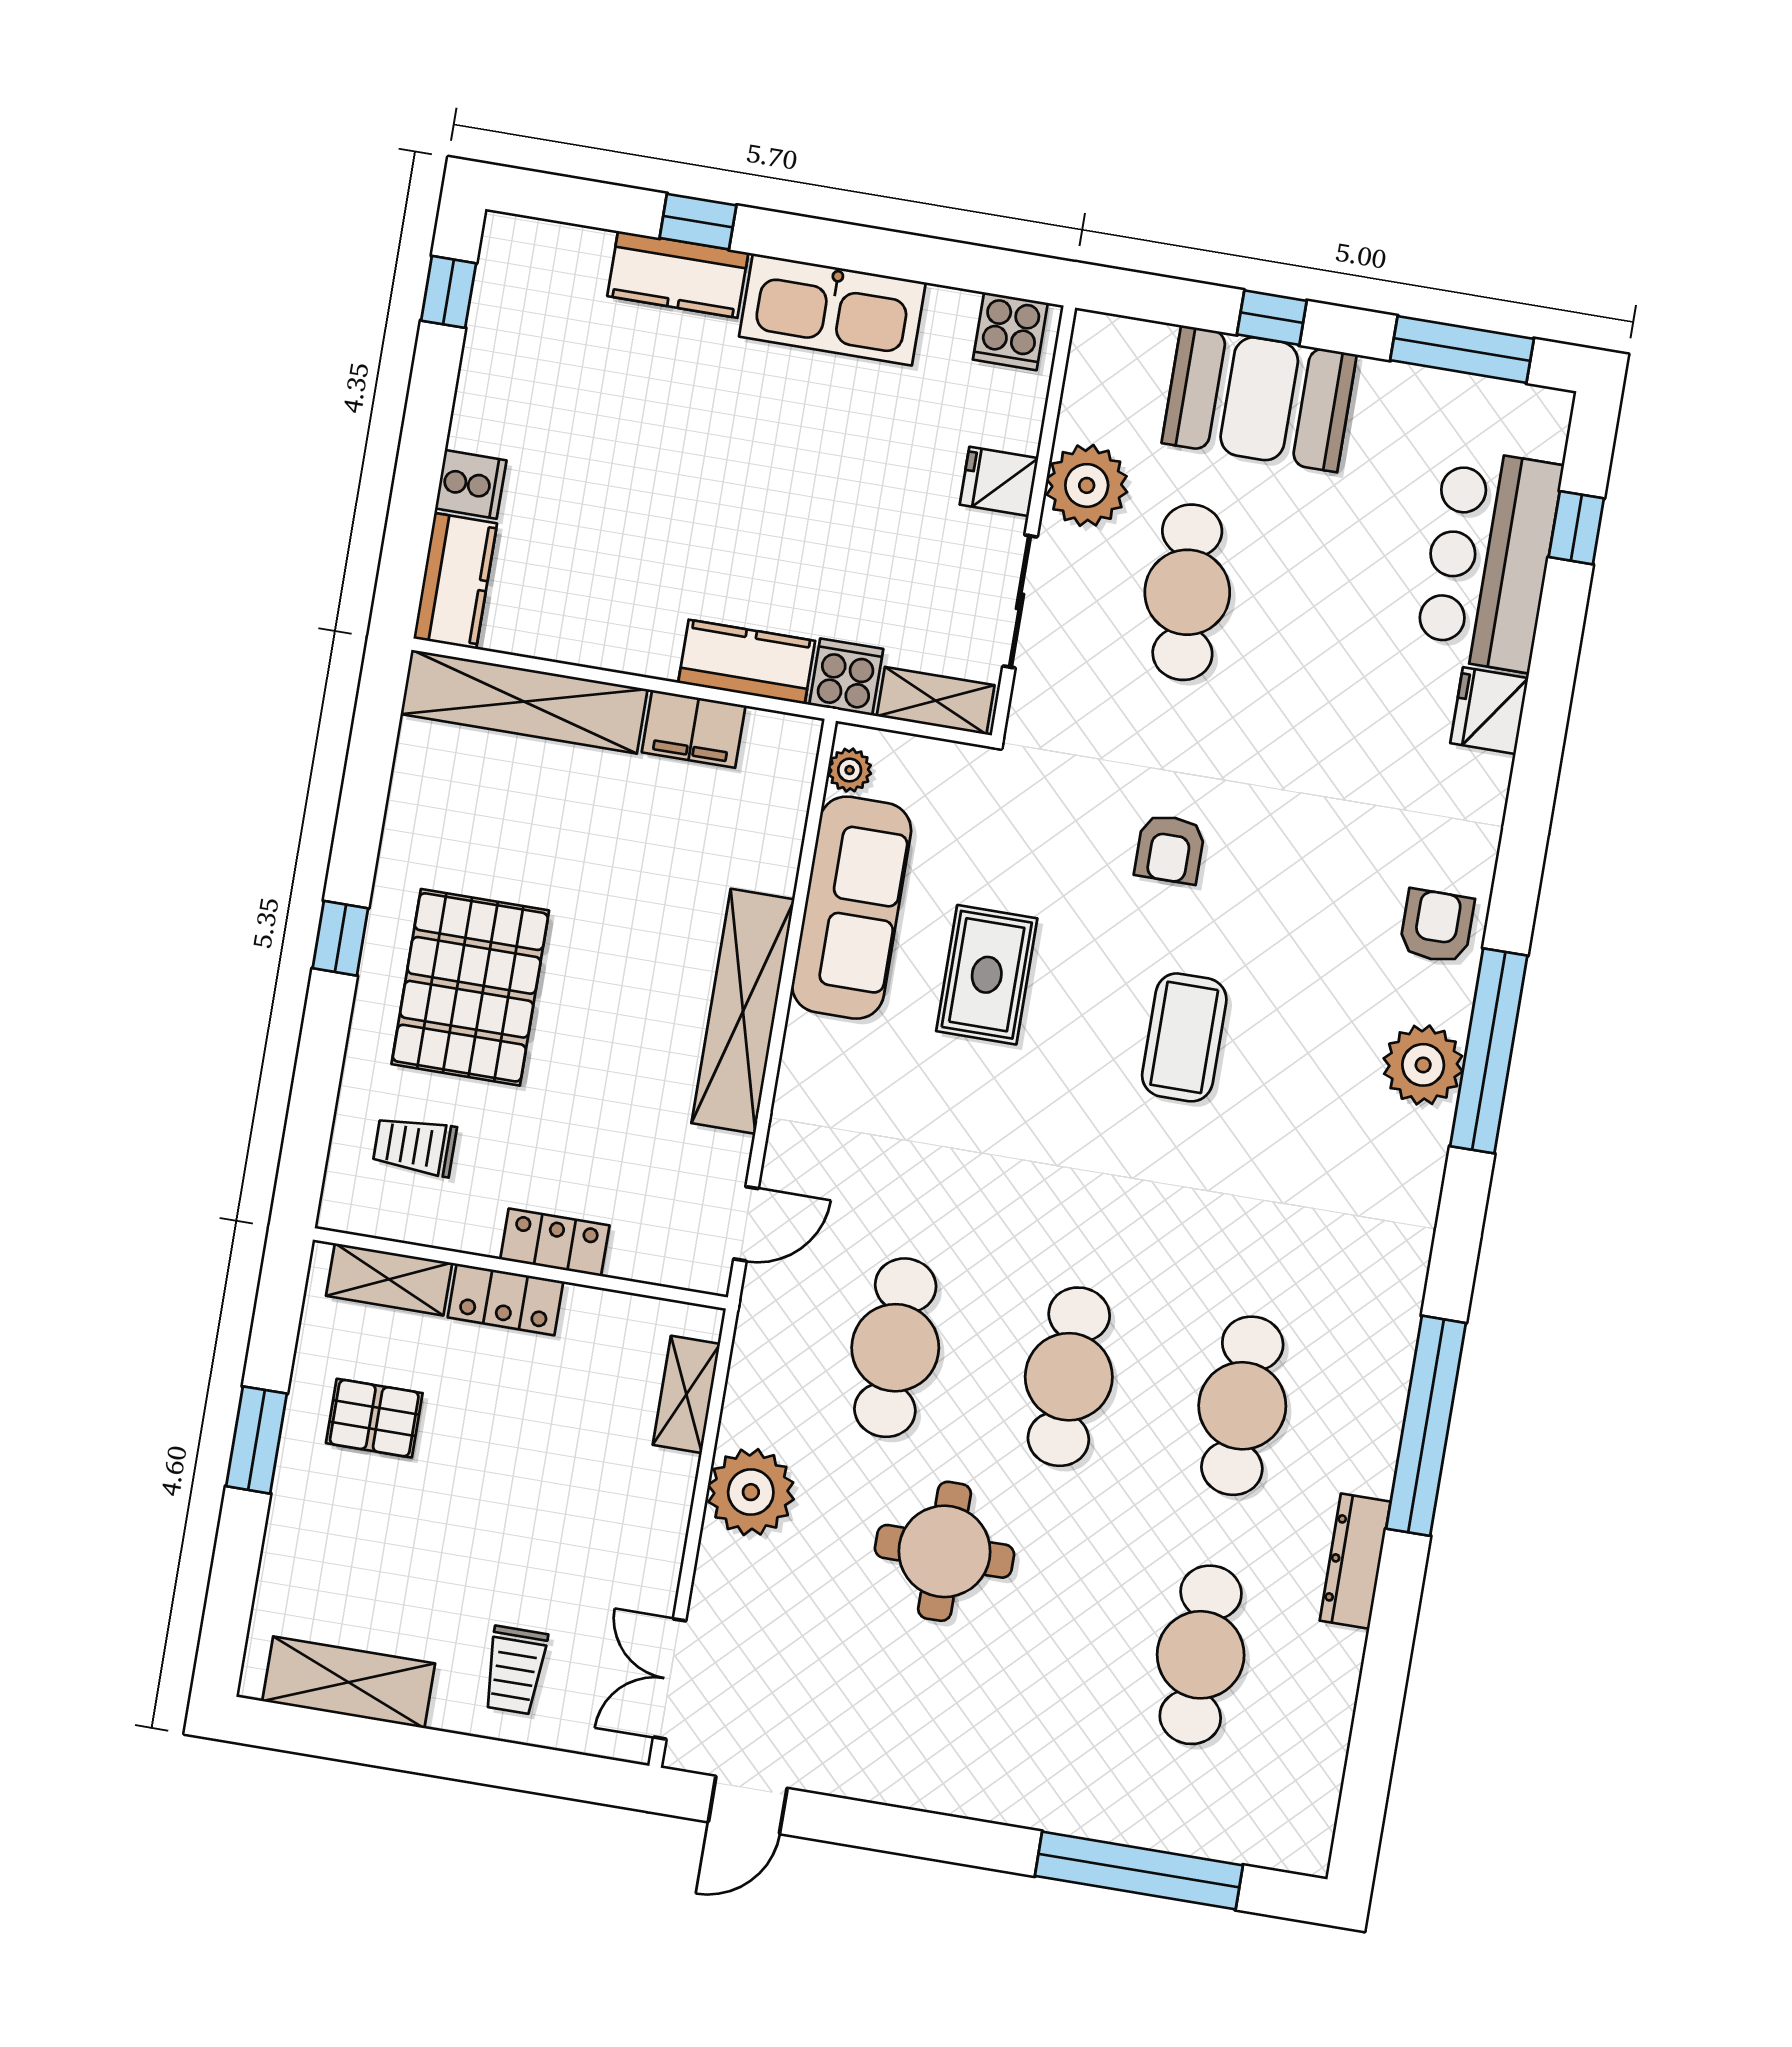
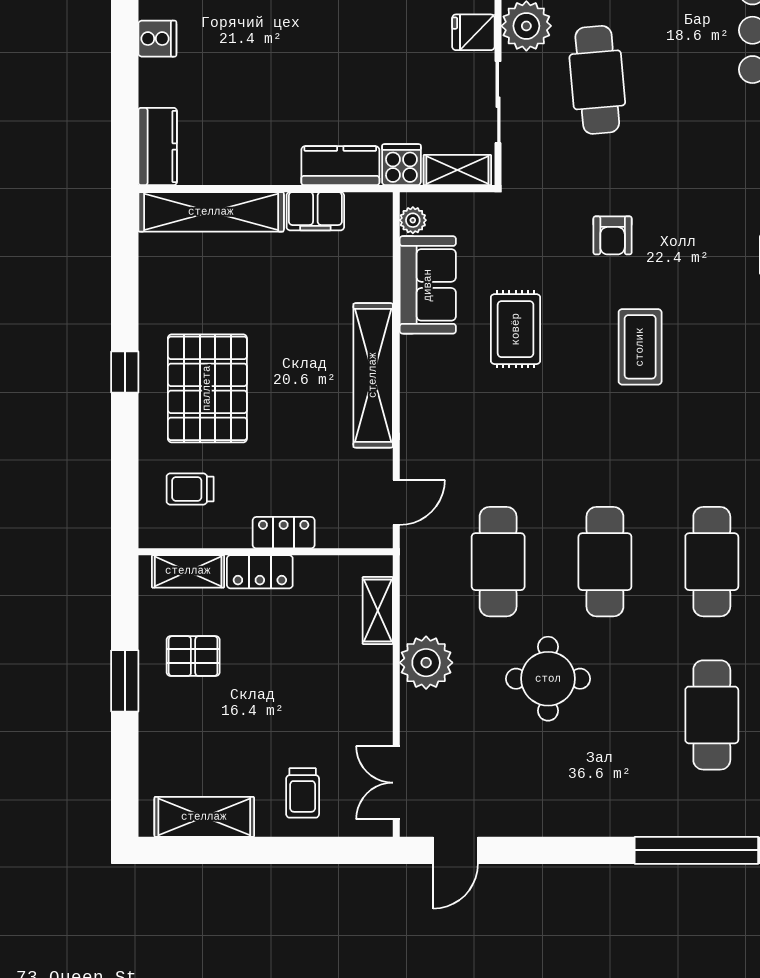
cooker: (471, 484) -> (157, 39), moved
sofa: (852, 908) -> (428, 285), width x0.73

